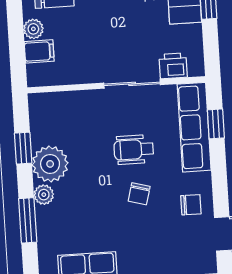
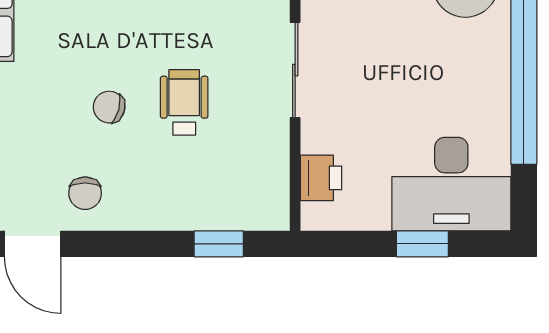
sliding door: (132, 84) -> (295, 70), moved
row of seats: (194, 127) -> (216, 207), removed

